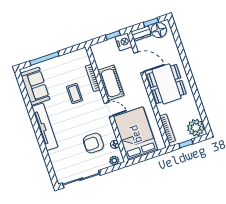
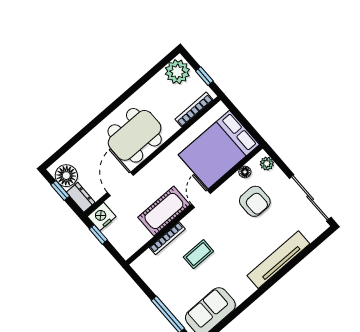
tv unit: (45, 127) -> (278, 260), moved

